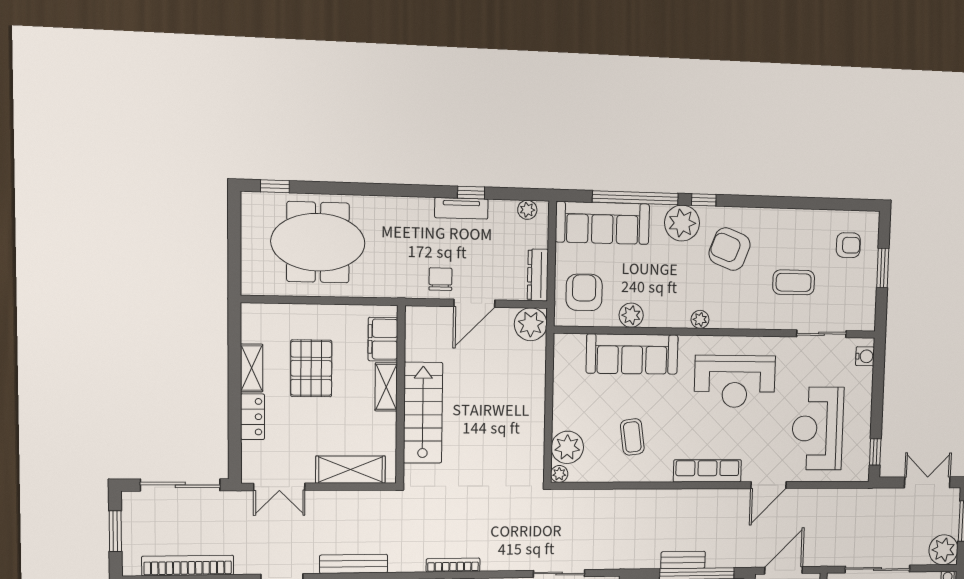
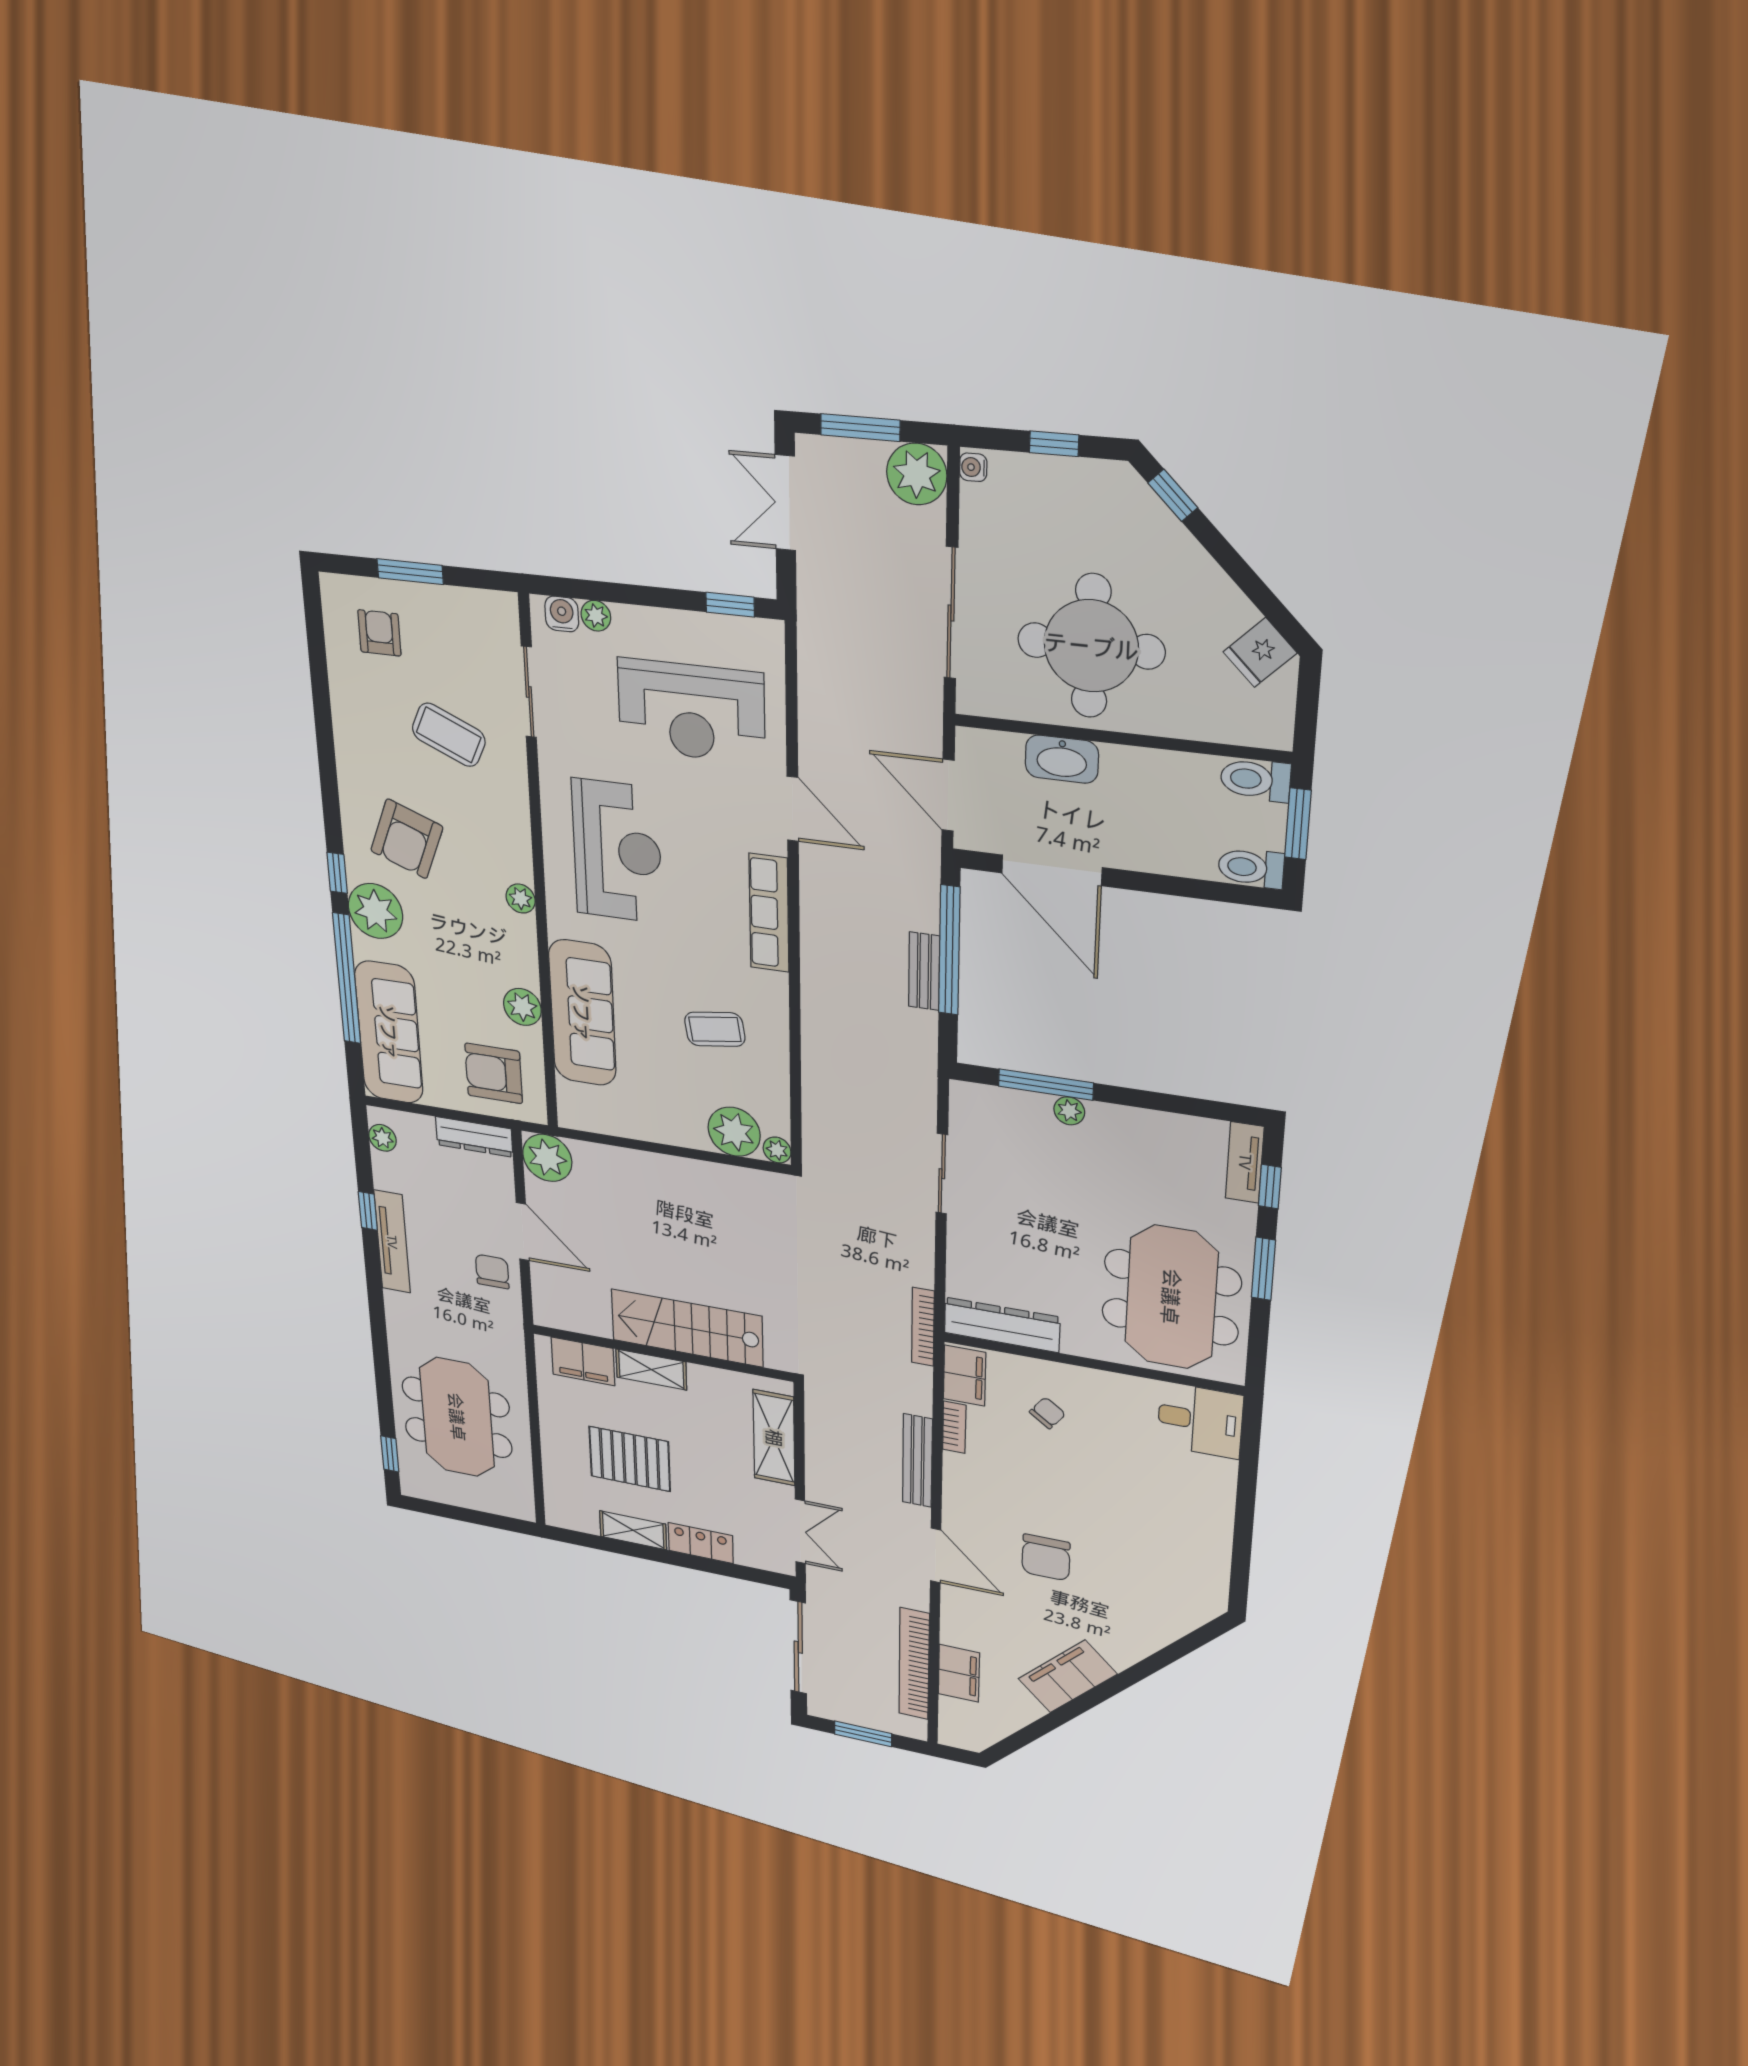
tv unit: (461, 208) -> (392, 1242), width x1.41
chair: (440, 279) -> (492, 1272), turned 90
coffee table: (794, 282) -> (449, 735), turned -66
plant: (865, 376) -> (596, 616), added

